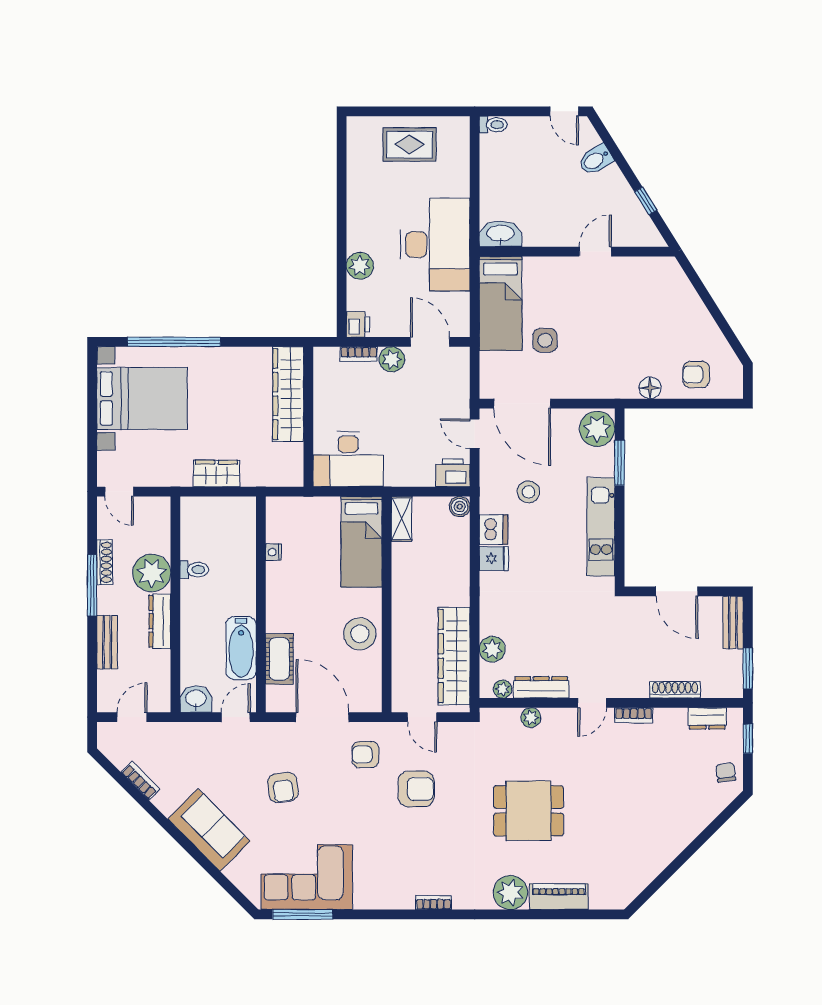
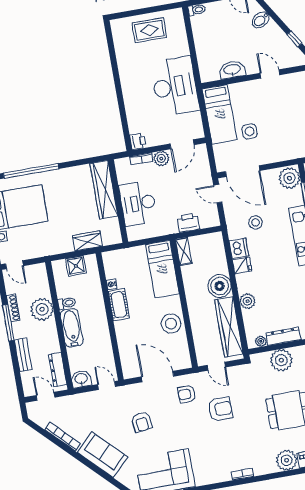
washbasin: (500, 234) -> (232, 70), moved
door: (595, 252) -> (270, 74), hinge flipped
plant: (360, 266) -> (133, 107), removed
door: (430, 342) -> (182, 144), swing flipped
desk: (348, 459) -> (138, 203), moved, turned 90
wardrobe: (217, 473) -> (88, 241), moved
printer: (453, 473) -> (188, 223), moved
boiler: (460, 507) -> (220, 286), moved, width x1.86, depth x1.86
shower: (220, 511) -> (76, 266), added
dresser: (160, 621) -> (58, 370), moved
bathtub: (241, 648) -> (72, 328), moved, turned 180
plant: (492, 649) -> (247, 301), moved
cot: (279, 659) -> (119, 305), moved
door: (132, 717) -> (45, 396), hinge flipped
door: (236, 717) -> (107, 386), hinge flipped
plant: (531, 718) -> (281, 360), width x1.87, depth x1.87
bookcase: (141, 781) -> (63, 437), width x1.56

